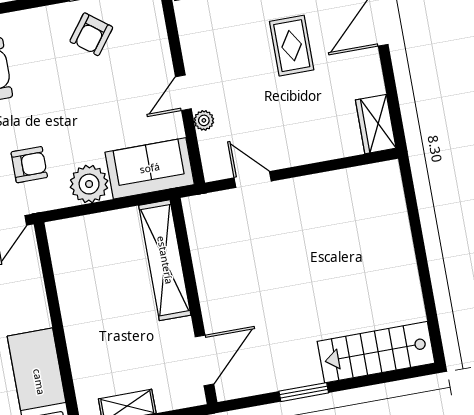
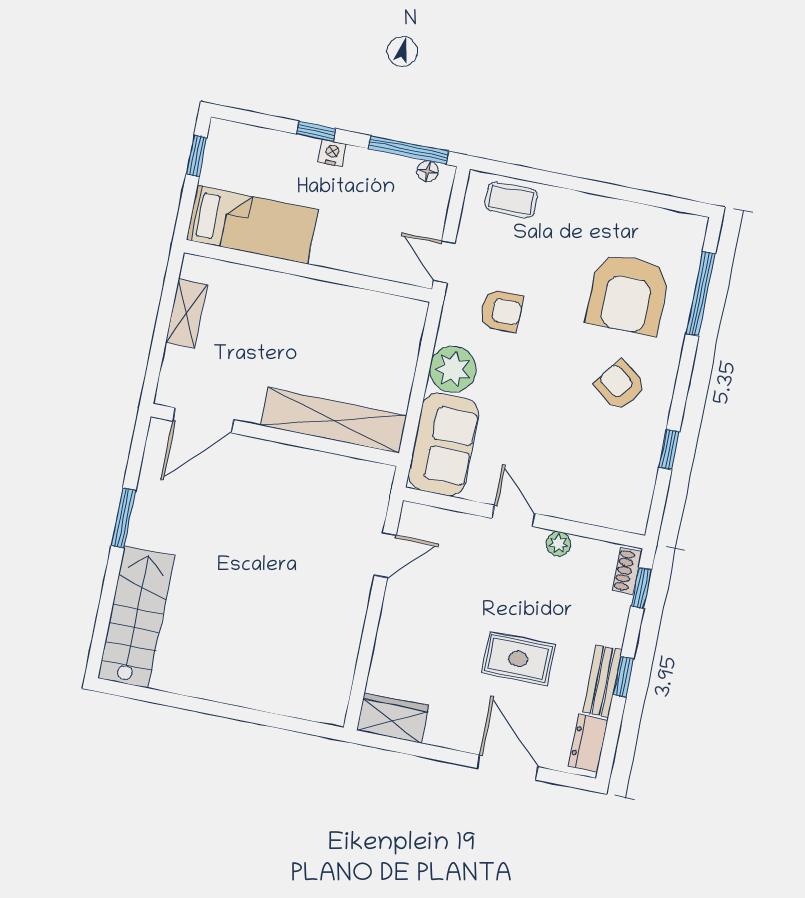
armchair: (91, 34) -> (620, 385), moved
plant: (204, 120) -> (559, 544), moved
armchair: (29, 165) -> (501, 311), turned -90
door: (204, 360) -> (203, 420), hinge flipped

